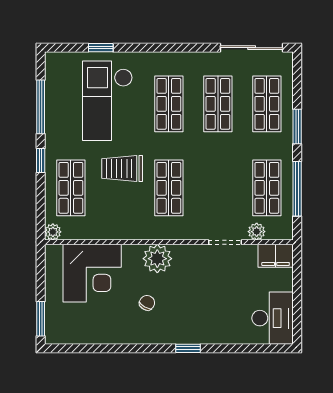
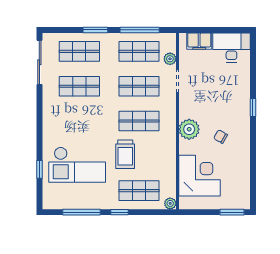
shop shelf: (169, 104) -> (139, 86), moved
filing cabinet: (276, 256) -> (199, 41), moved, turned 90

